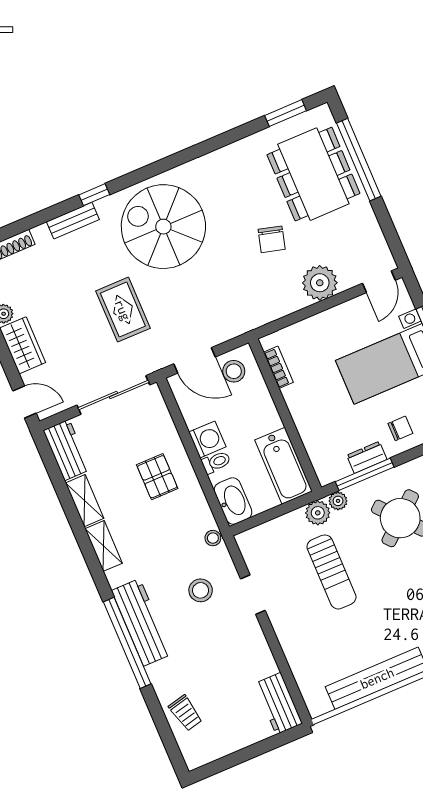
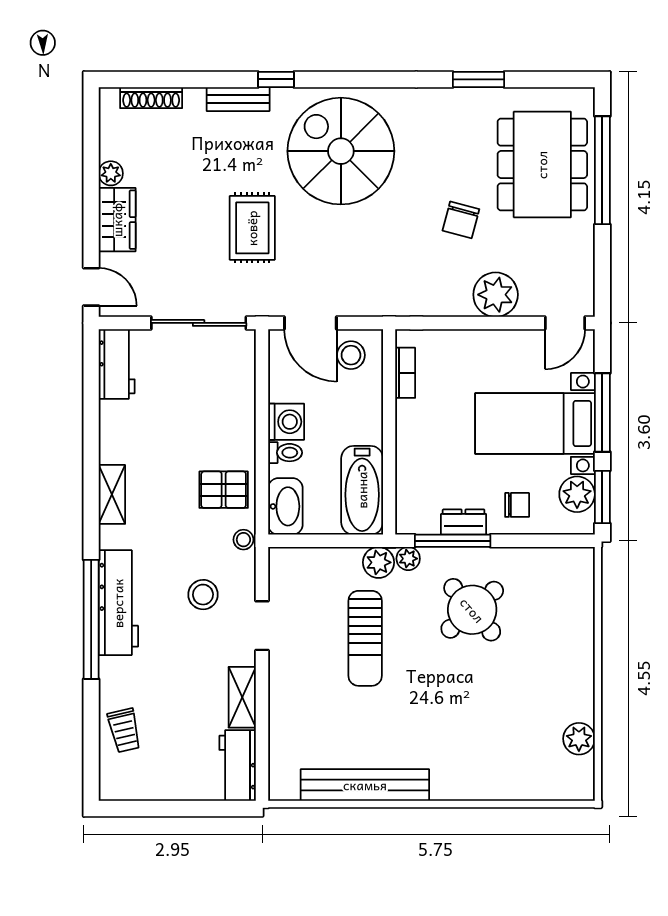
window: (286, 113) -> (479, 79), moved
pallet: (157, 477) -> (224, 490), moved, turned 90
shelving: (85, 501) -> (242, 697), moved

